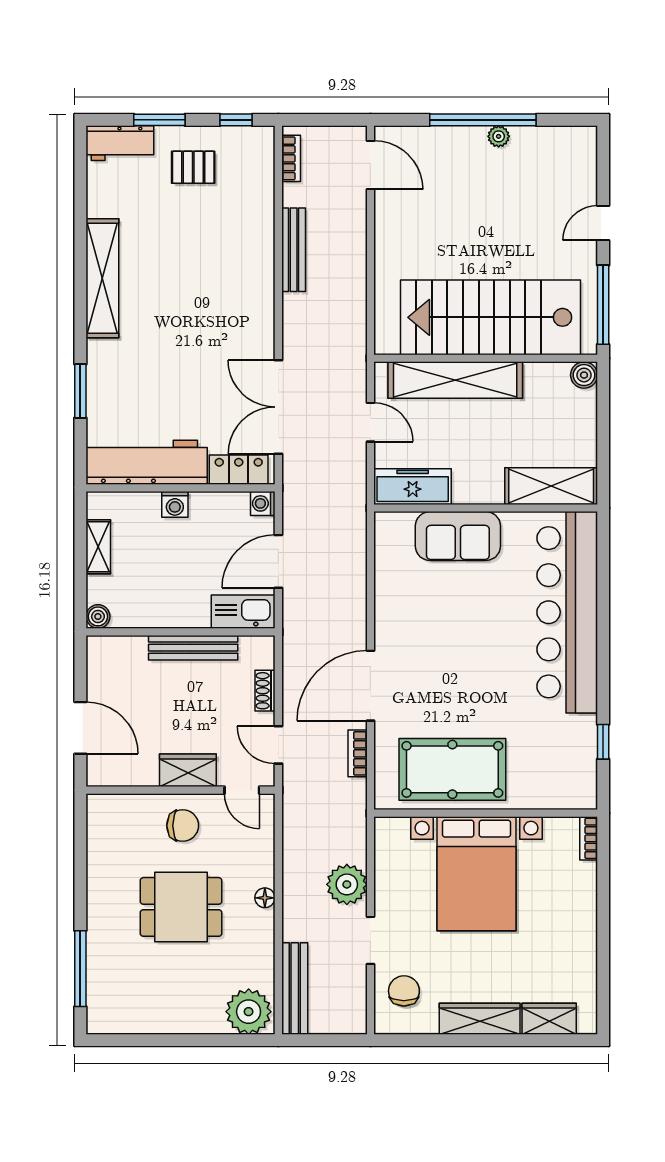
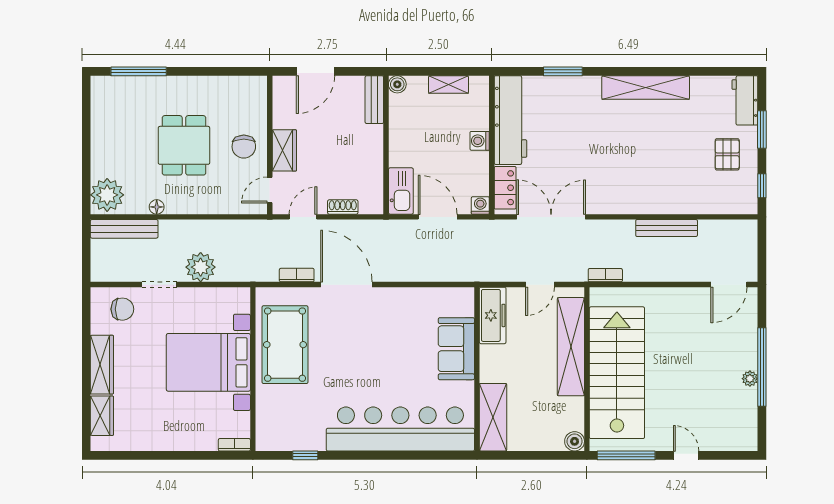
bookcase: (291, 158) -> (605, 275), moved, turned 180
bench: (193, 648) -> (374, 100), moved, width x0.73
floor lamp: (265, 898) -> (157, 207), moved

